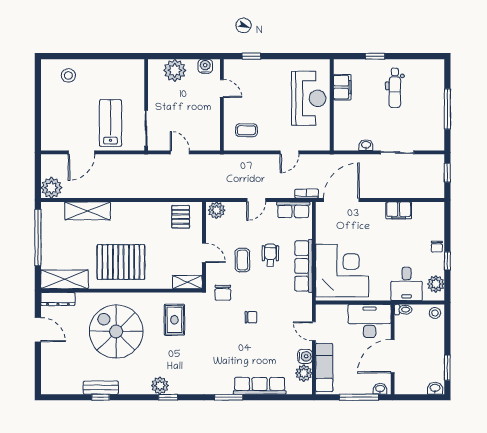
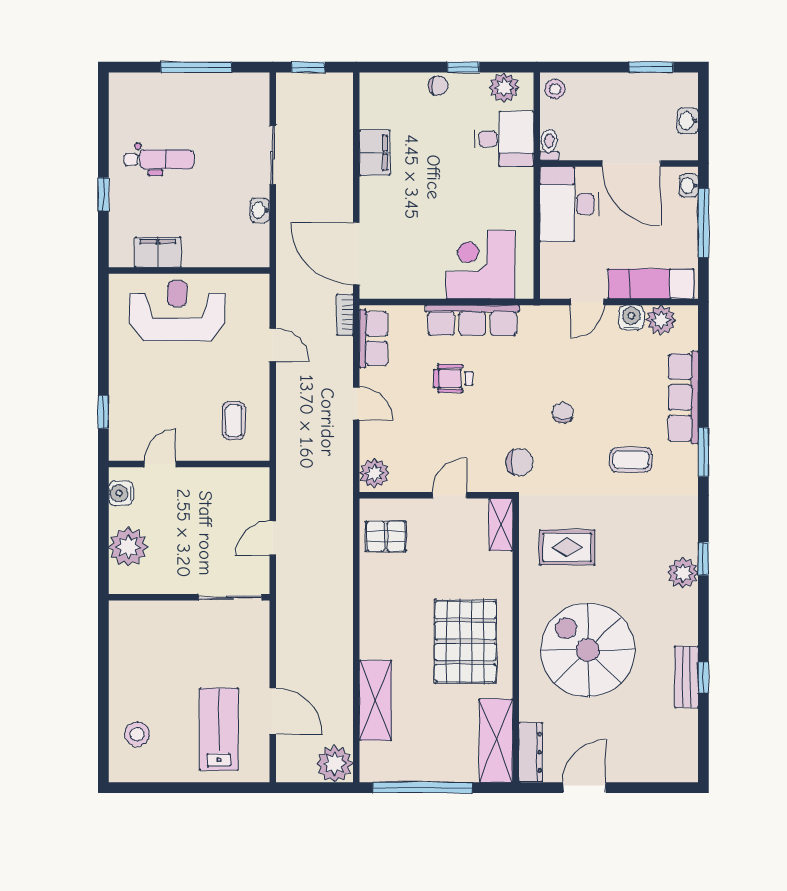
lab bench: (110, 123) -> (219, 729), moved, turned 90
coffee table: (242, 260) -> (631, 460), moved
corner desk: (342, 271) -> (480, 265), width x0.74, depth x0.74
spiral stairs: (116, 331) -> (588, 650), turned 90
washbasin: (435, 388) -> (688, 121), moved

